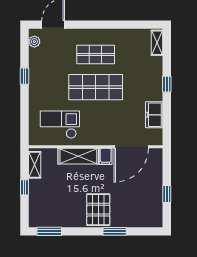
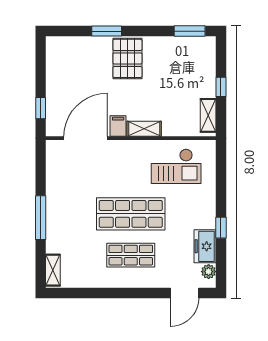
window: (167, 84) -> (41, 218), width x2.17
freezer: (154, 115) -> (205, 246), moved, turned 180
shelving: (78, 156) -> (144, 129), width x0.67, depth x0.75
window: (167, 194) -> (41, 108), moved

